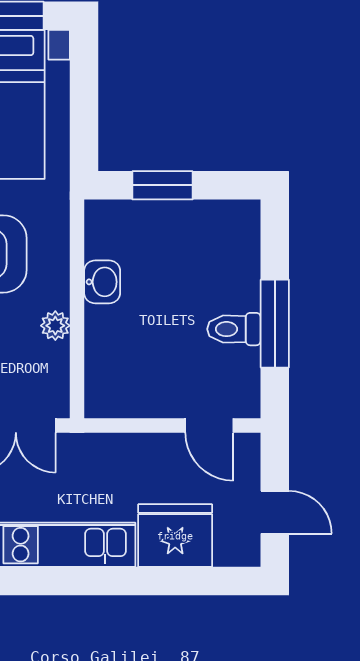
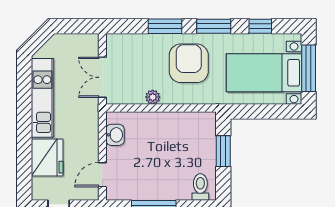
washbasin: (102, 282) -> (115, 135), moved, turned -90
toilet: (234, 329) -> (200, 187), moved

